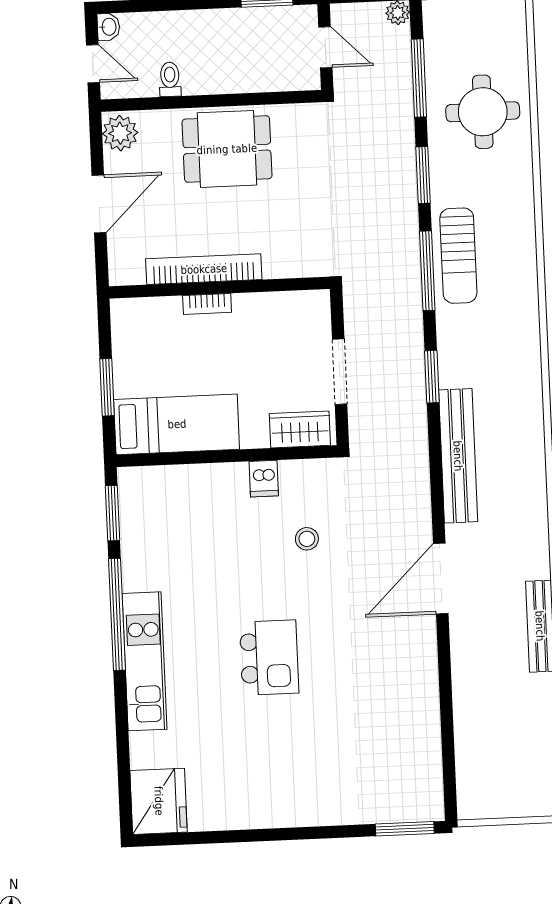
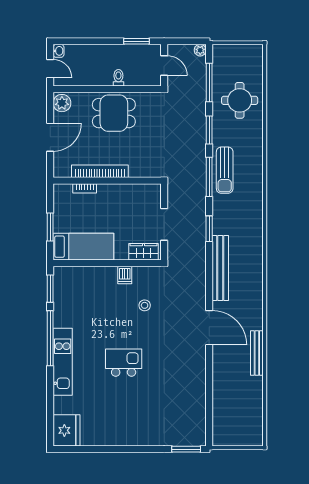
toilet: (170, 79) -> (118, 78), moved
bookcase: (207, 304) -> (85, 188), moved
door: (441, 579) -> (209, 328), swing flipped
kitchen island: (269, 658) -> (124, 363), turned -90

